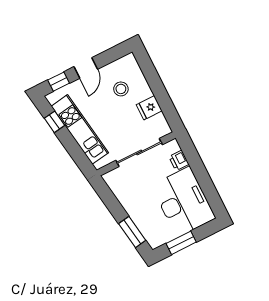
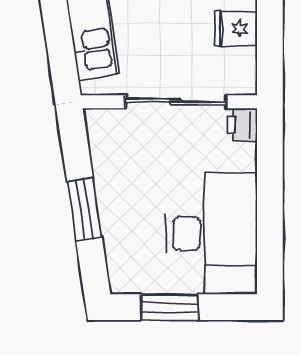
printer: (179, 160) -> (242, 125), moved
window: (132, 232) -> (84, 209), moved

